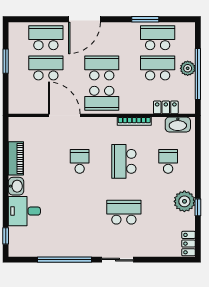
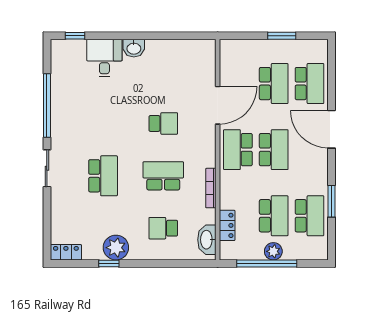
piano: (16, 158) -> (167, 48), removed
school desk: (168, 161) -> (163, 228), turned 180

